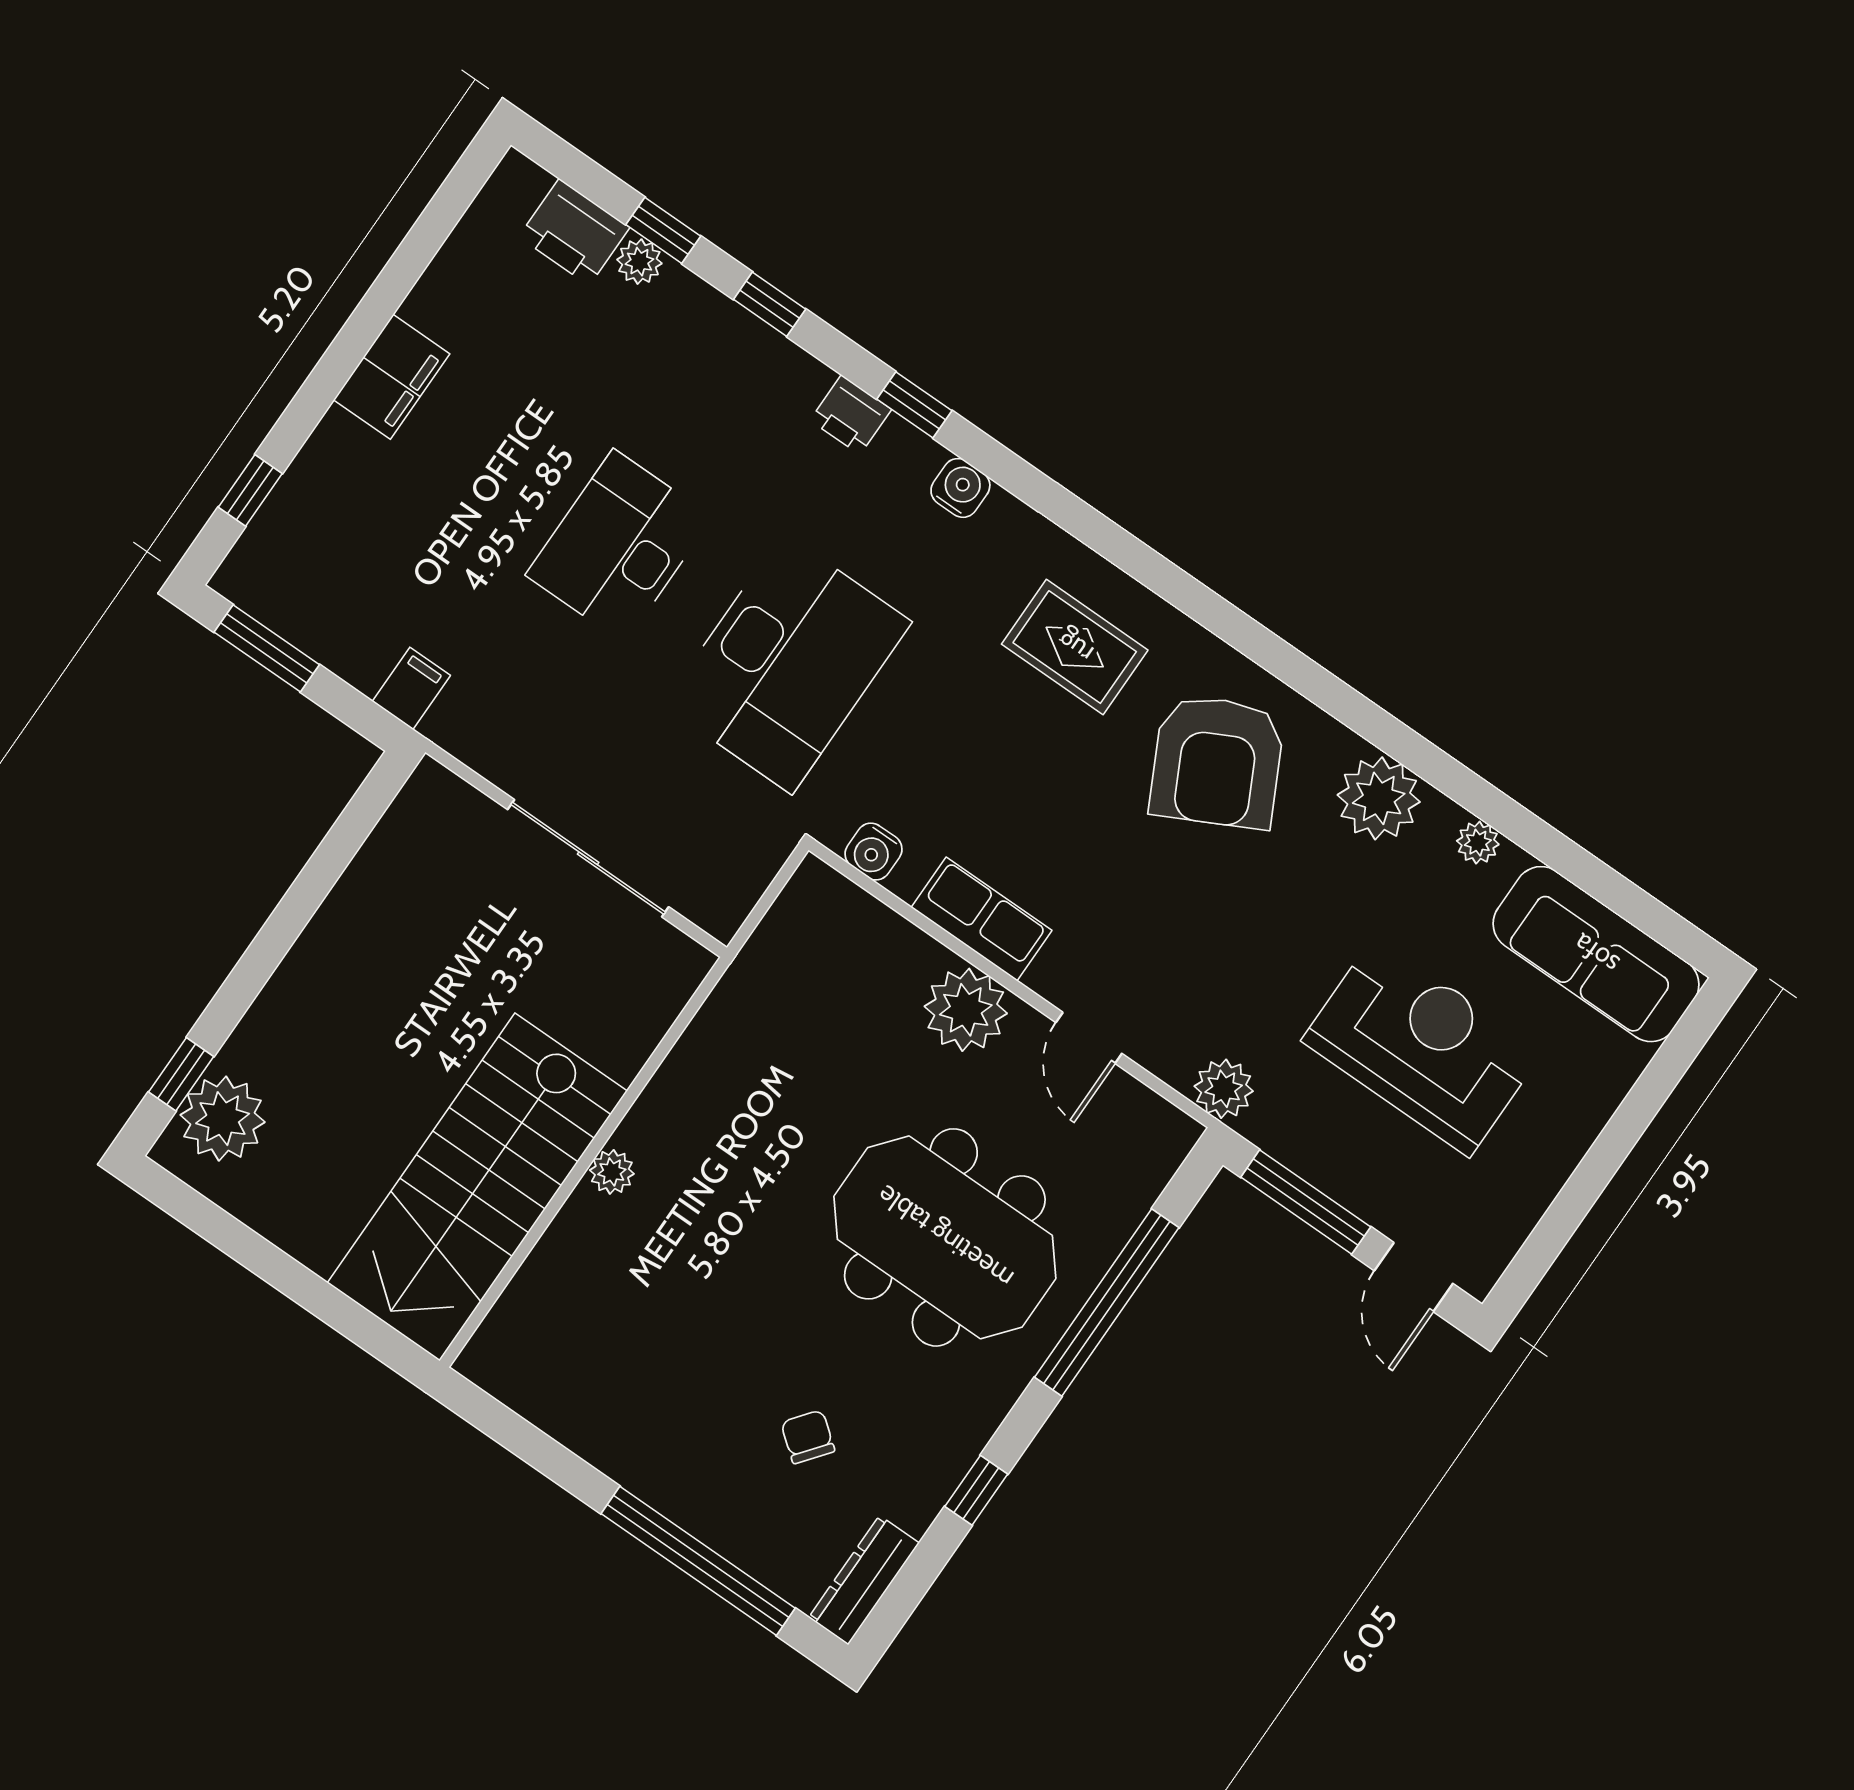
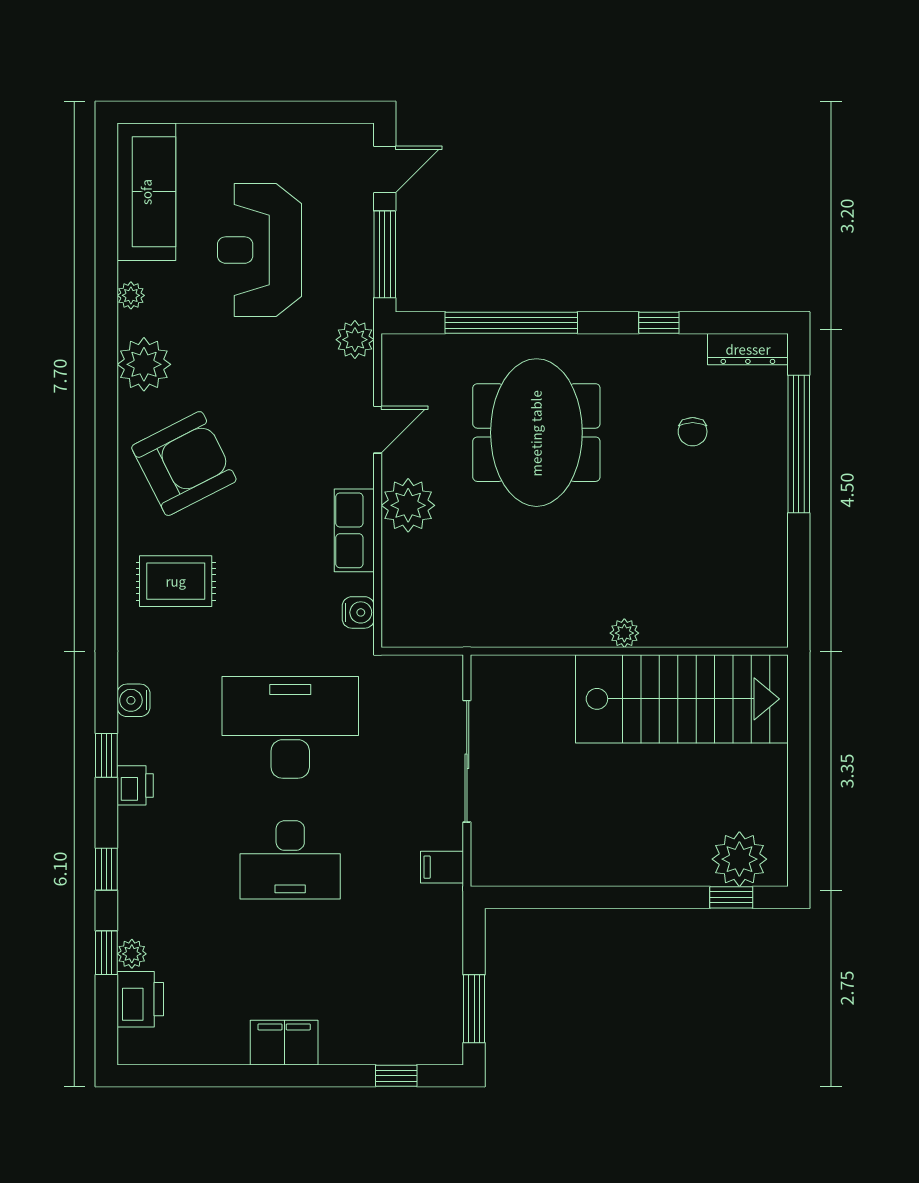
rug: (1075, 647) -> (176, 581), turned 90
filing cabinet: (411, 688) -> (442, 867), moved
chair: (808, 1437) -> (693, 432), turned -38

